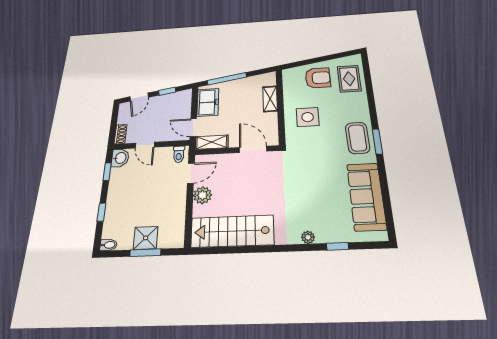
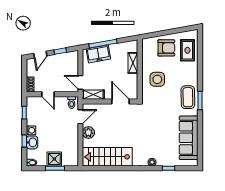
freezer: (208, 102) -> (98, 54), moved, turned 80
washbasin: (120, 158) -> (32, 142), moved
washing machine: (114, 196) -> (31, 130), added

